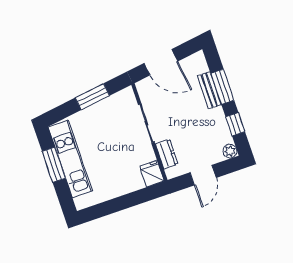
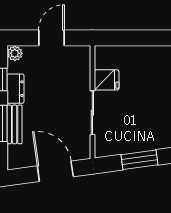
dresser: (167, 154) -> (15, 89), moved, turned 180
fridge: (152, 174) -> (107, 80), moved, turned -90

